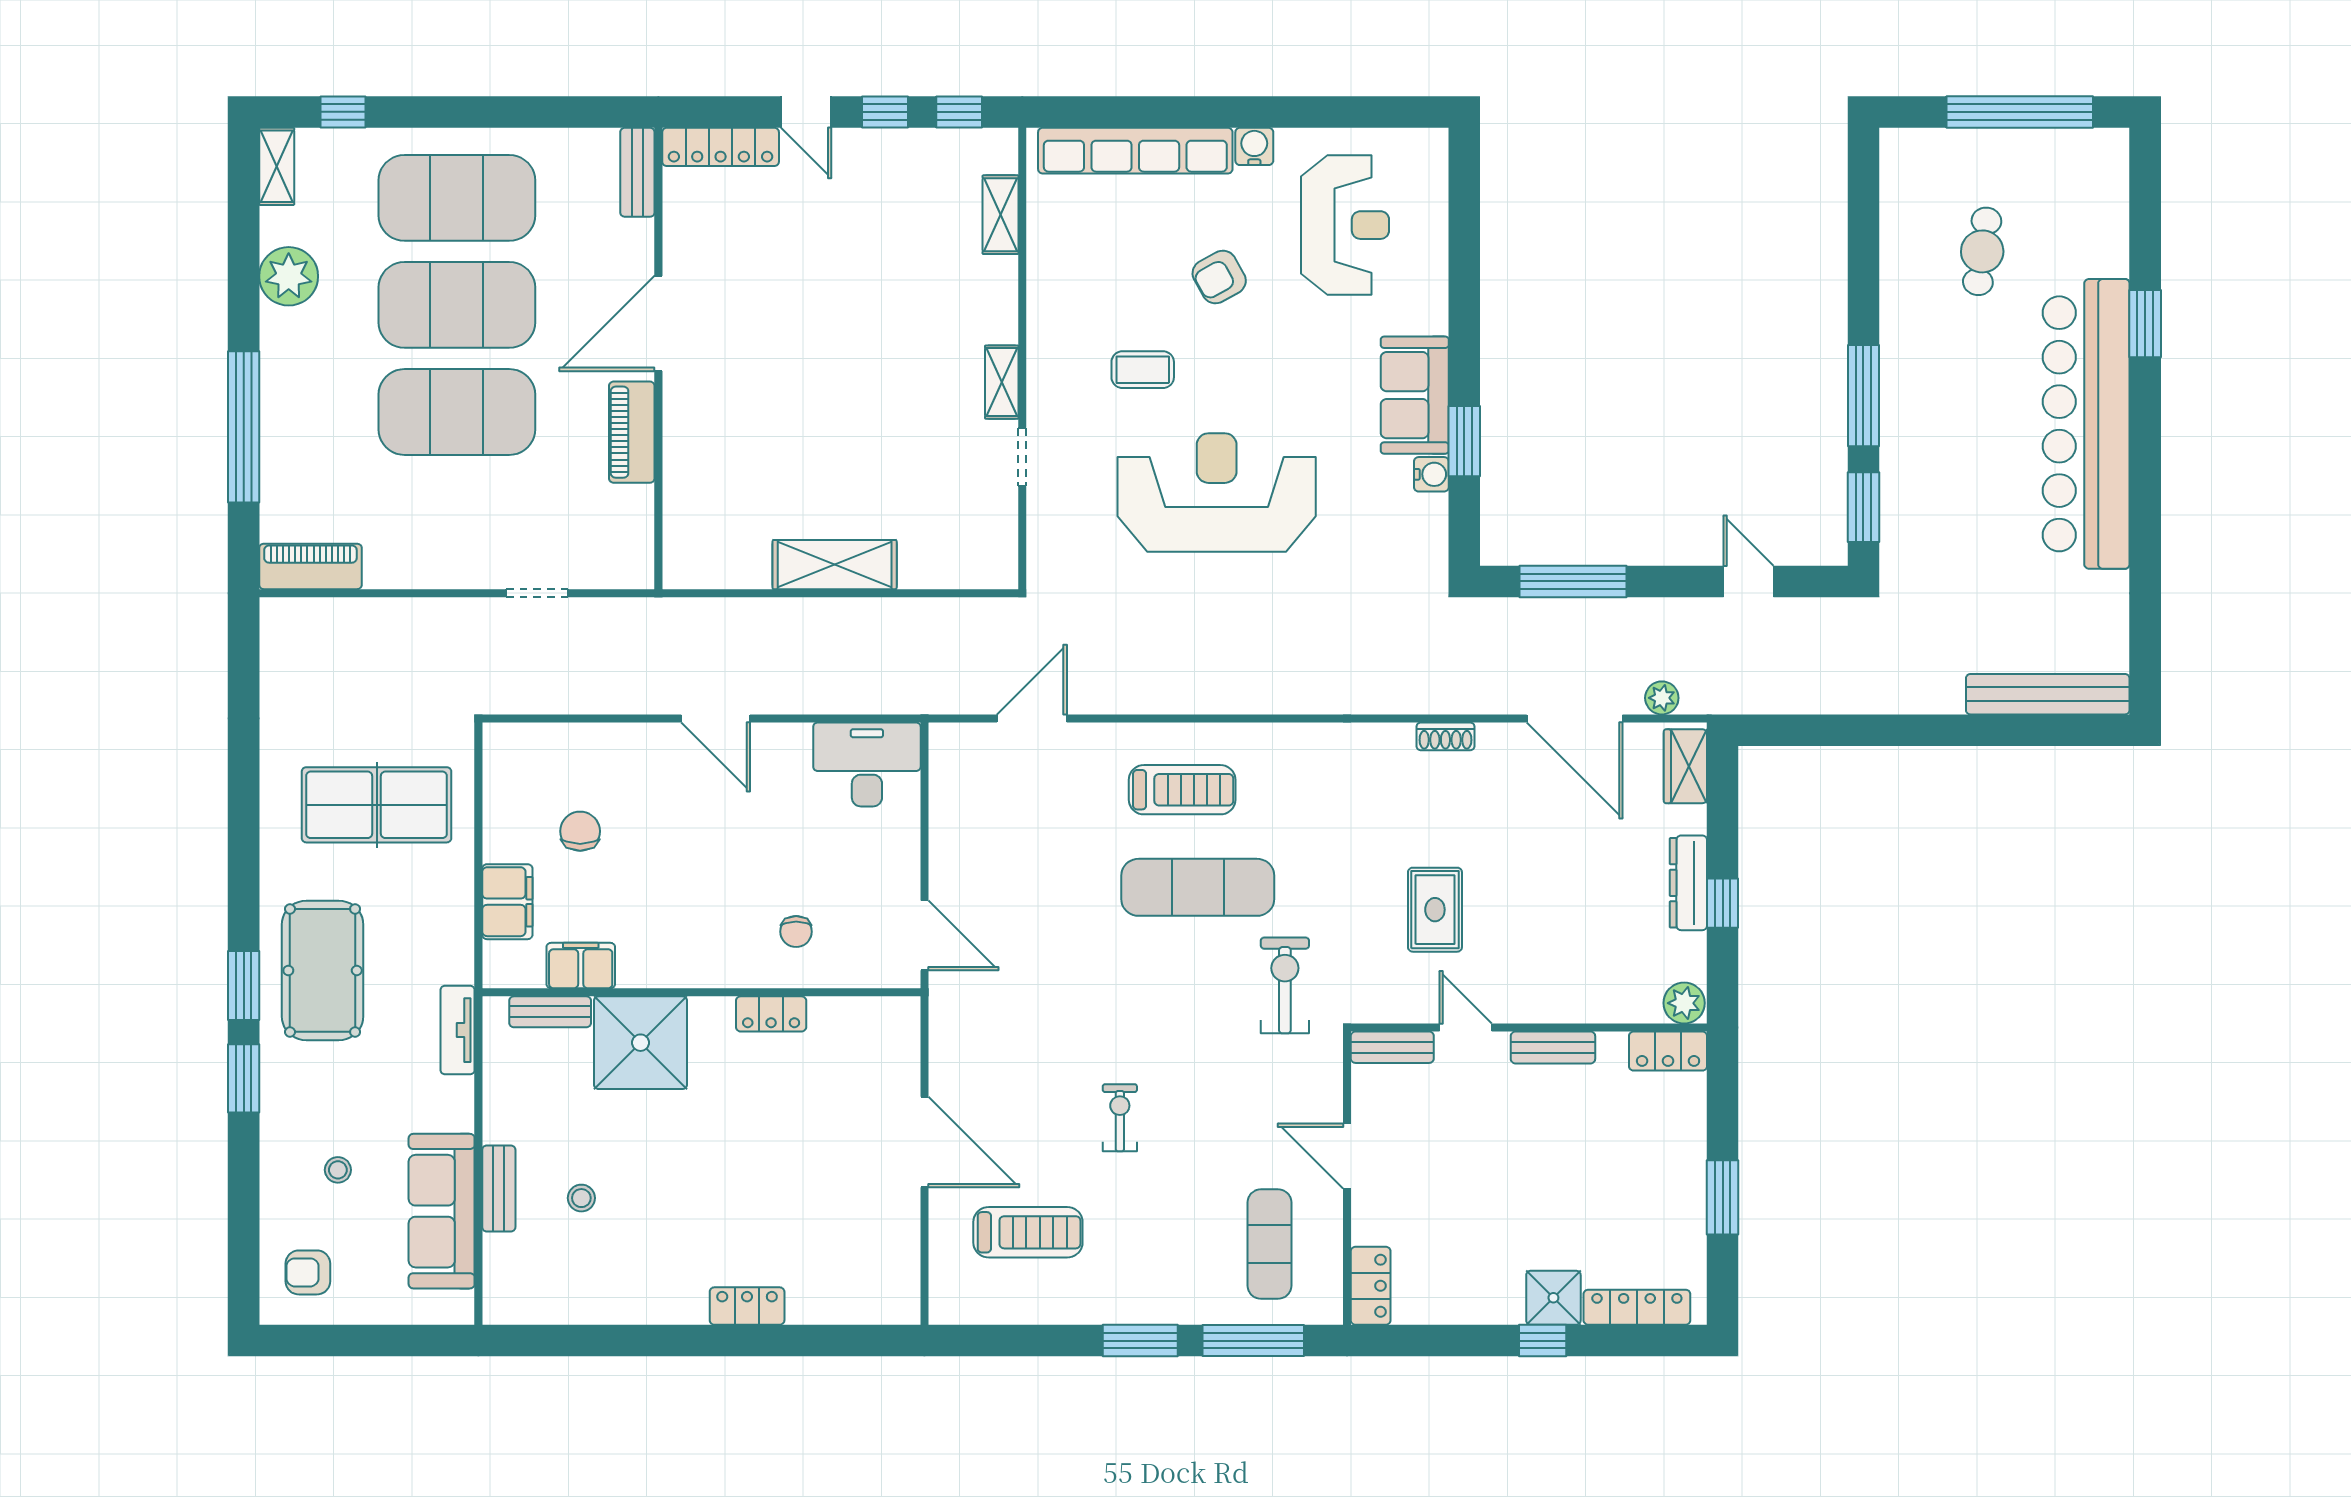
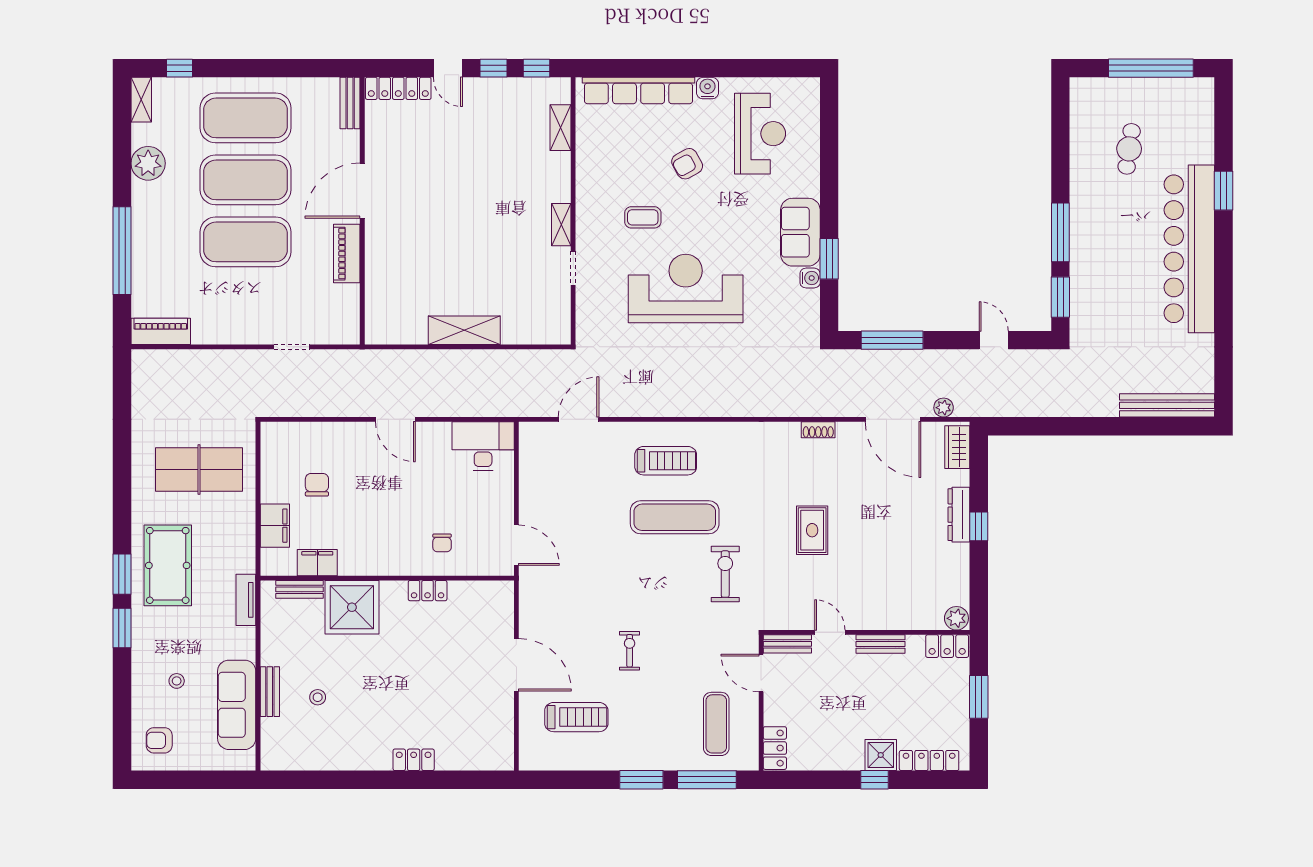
plant: (1684, 1003) -> (956, 618), moved
door: (1466, 1028) -> (830, 632), moved
wall: (1529, 1028) -> (867, 632), moved
bench: (1392, 1047) -> (787, 644), moved
bench: (1553, 1047) -> (880, 644), moved
locker: (1668, 1051) -> (947, 646), moved

